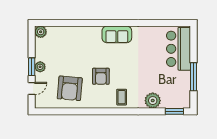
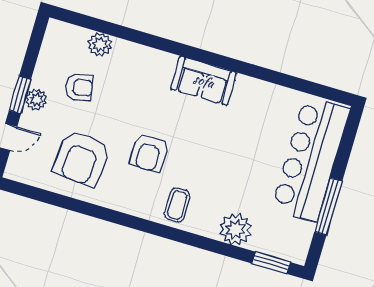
plant: (41, 32) -> (100, 45), moved
bar counter: (179, 49) -> (311, 159), width x1.36
armchair: (59, 55) -> (79, 87), added

